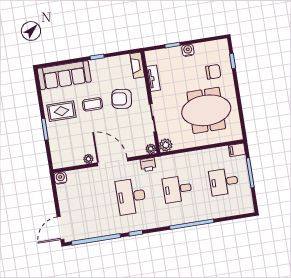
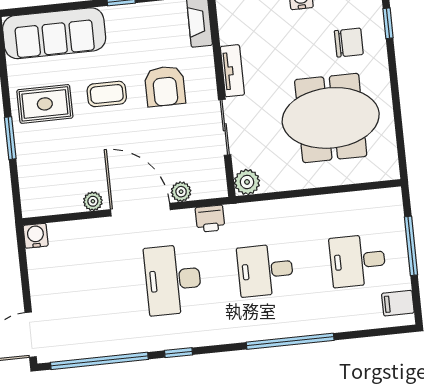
tv unit: (153, 78) -> (232, 71), moved
armchair: (122, 99) -> (165, 86), turned -97
plant: (151, 149) -> (181, 192), moved
filing cabinet: (237, 150) -> (398, 303), moved

